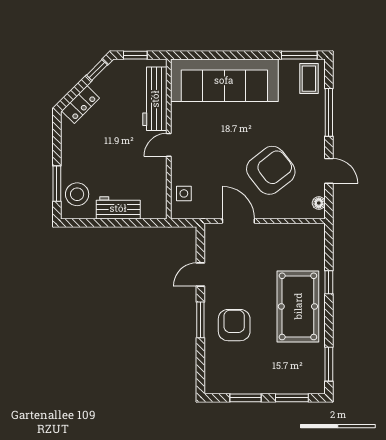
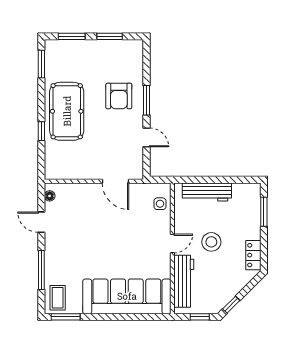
locker: (81, 104) -> (253, 255), moved, turned -45
armchair: (271, 170) -> (89, 223), removed
stool: (77, 194) -> (211, 242), moved
workbench: (118, 208) -> (207, 192), width x1.38
door: (200, 274) -> (147, 137), hinge flipped

